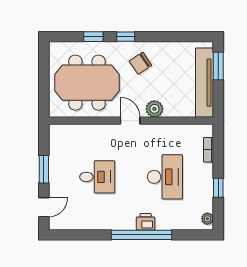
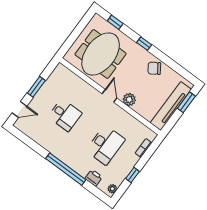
window: (93, 37) -> (115, 22), moved
chair: (140, 63) -> (154, 68), moved
meeting table: (87, 83) -> (101, 54), turned 90
printer: (146, 222) -> (94, 178), moved

